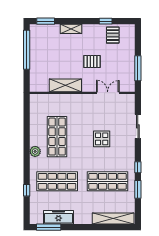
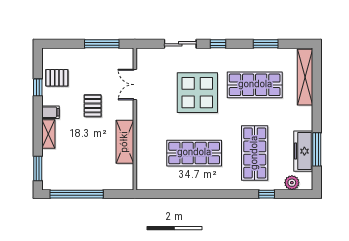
filing cabinet: (87, 30) -> (51, 112), added
display table: (102, 139) -> (197, 93), width x1.86, depth x1.86
plant: (35, 151) -> (292, 183), moved
window: (138, 167) -> (218, 44), moved
shop shelf: (107, 181) -> (255, 85), turned 90
window: (49, 227) -> (317, 149), moved

